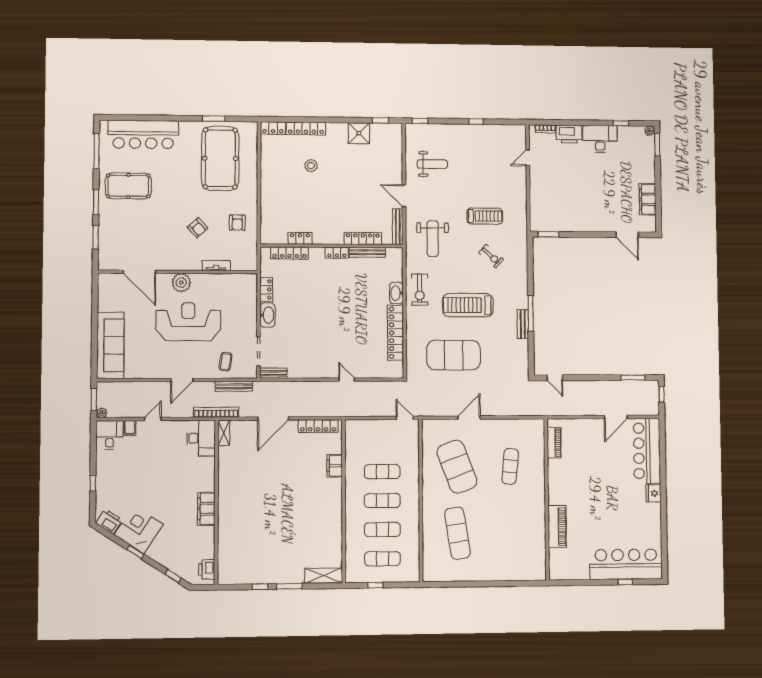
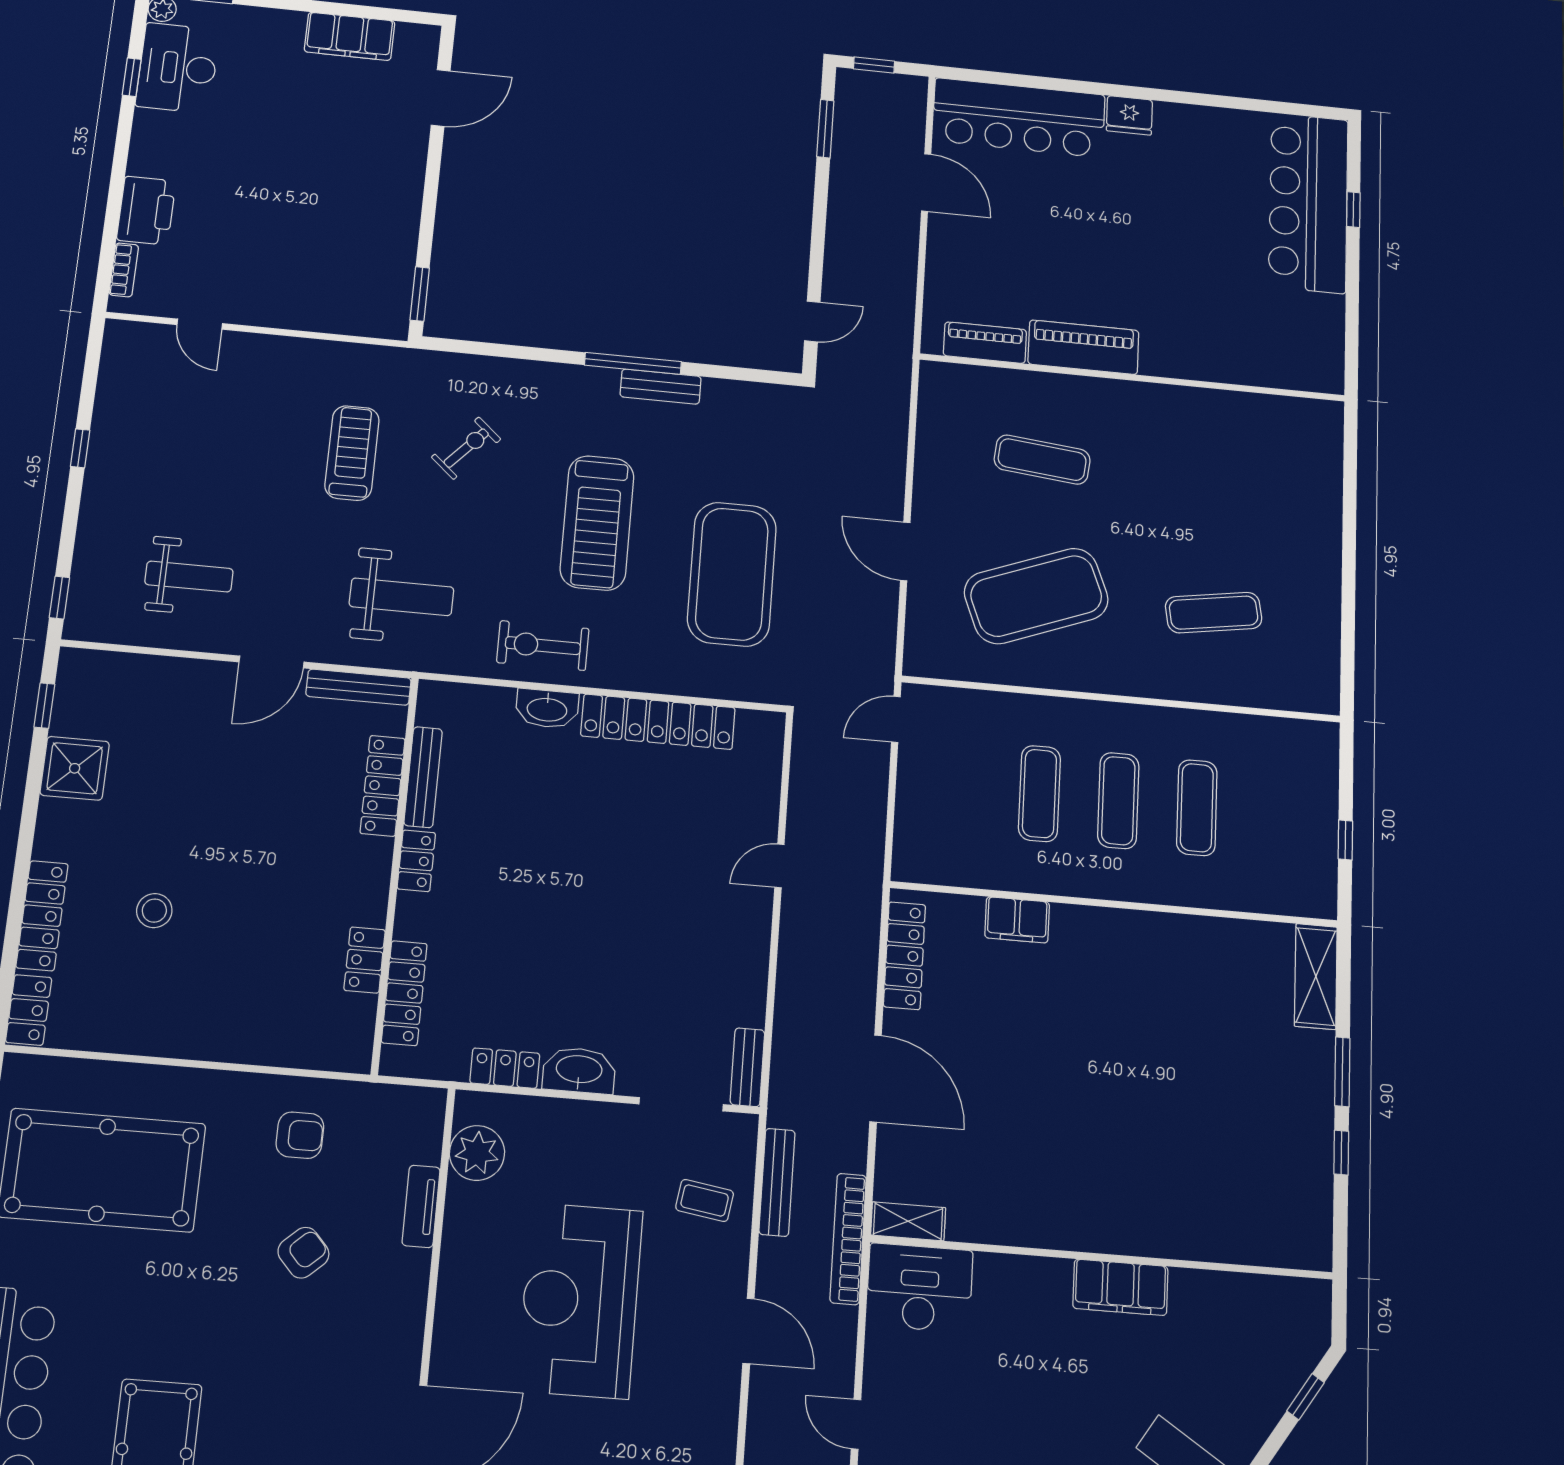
desk: (600, 139) -> (178, 68), moved
weight bench: (432, 164) -> (189, 577), turned 90
plant: (181, 283) -> (477, 1153), moved
exercise bike: (420, 290) -> (543, 646), turned 180
piano: (557, 527) -> (1083, 347), moved
exercise mat: (457, 533) -> (1214, 613), width x0.73, depth x0.69
exercise mat: (382, 559) -> (1275, 815), removed
printer: (207, 569) -> (1290, 1299), removed

